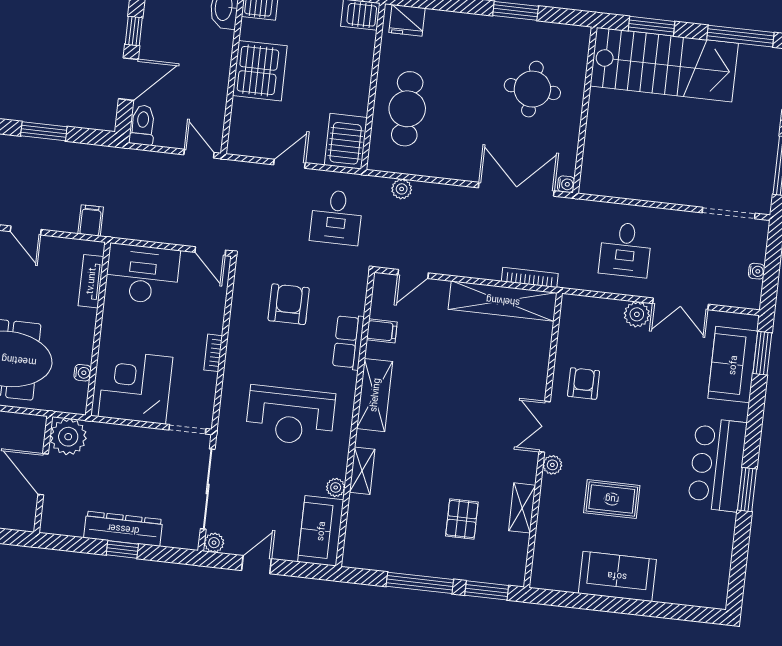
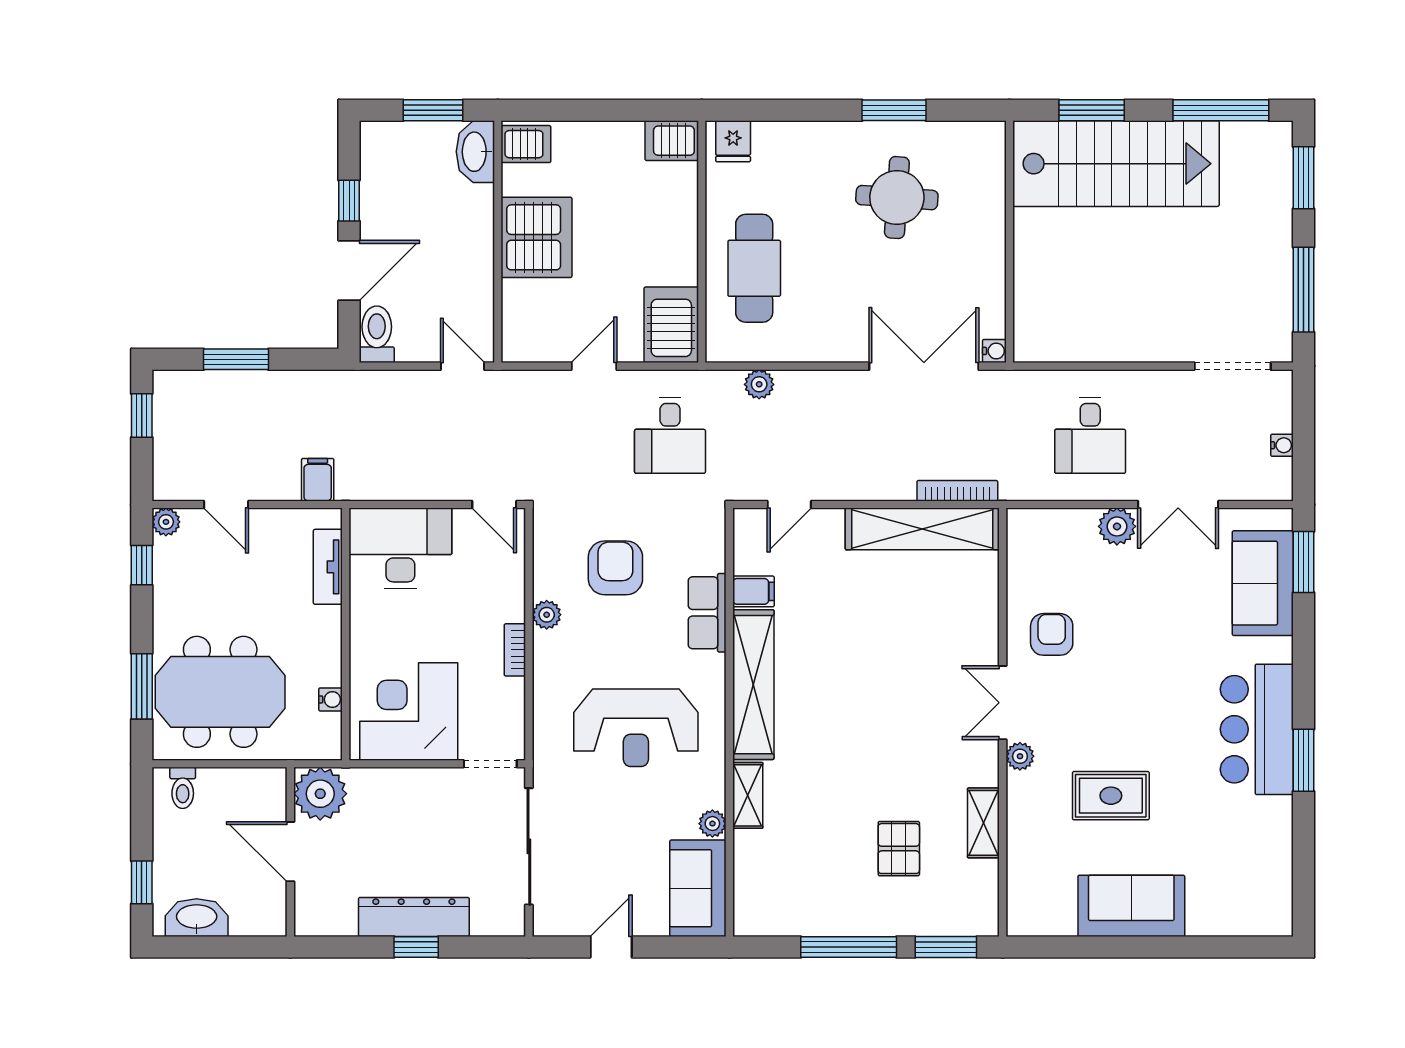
fridge: (407, 20) -> (733, 141), width x0.72
round table: (532, 89) -> (897, 198), moved
shelving: (375, 395) -> (753, 685), width x1.47
plant: (214, 543) -> (547, 615), moved

